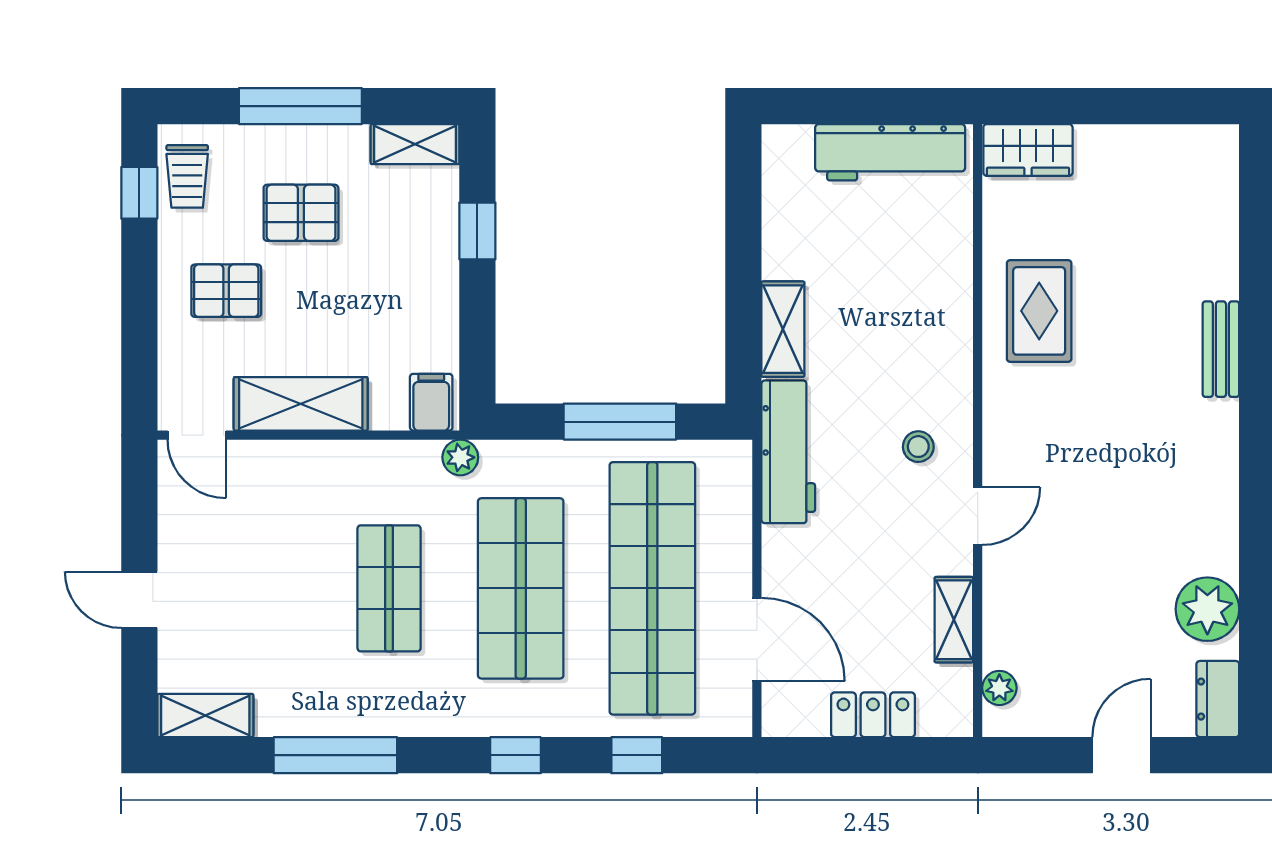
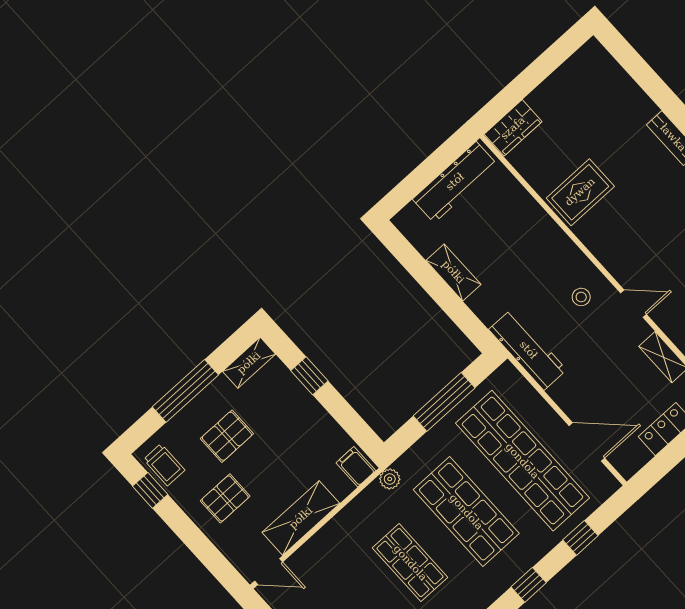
rug: (1039, 311) -> (580, 192), turned 90
shelving: (783, 329) -> (453, 272), moved
door: (978, 516) -> (633, 304), hinge flipped

